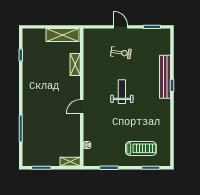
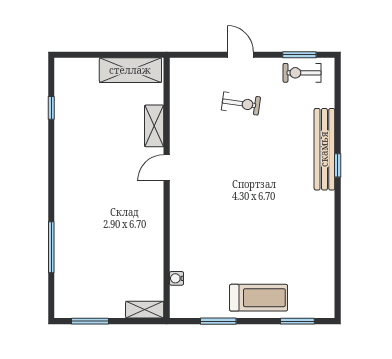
exercise bike: (153, 36) -> (302, 73), added
weight bench: (122, 92) -> (243, 177), removed
door: (82, 106) -> (167, 168), moved
treadmill: (141, 148) -> (259, 298), moved

